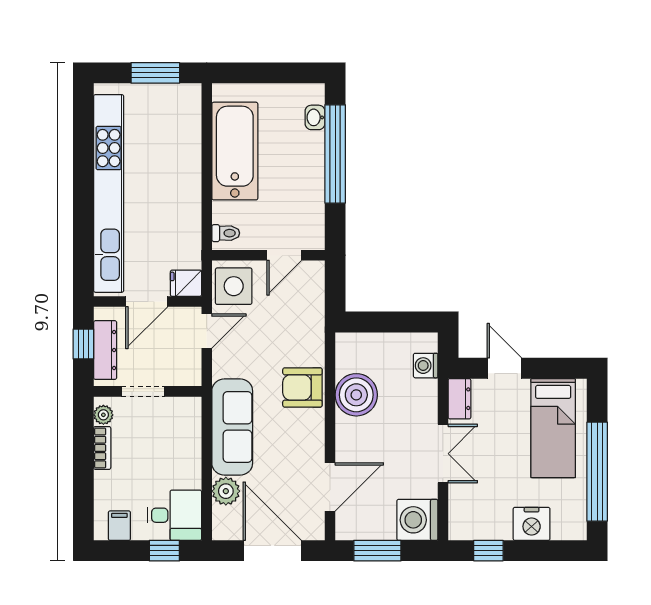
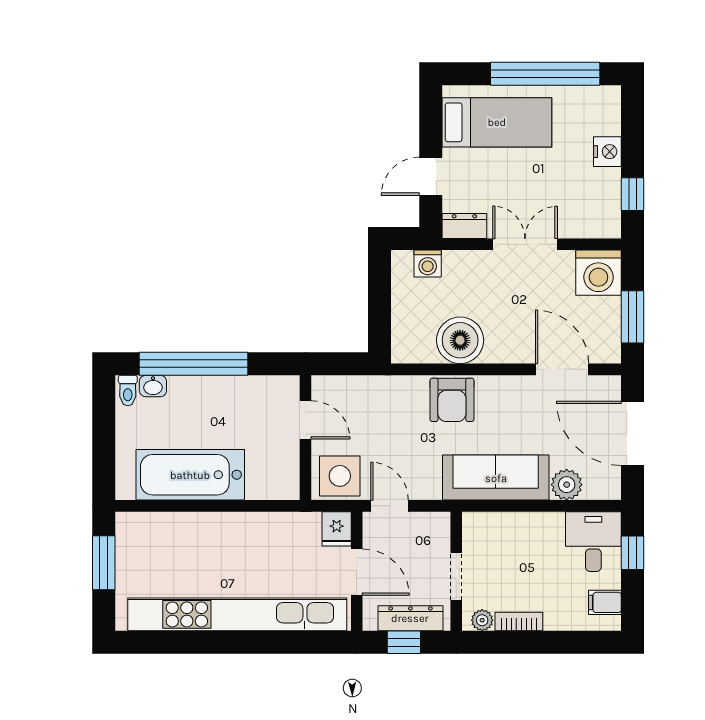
toilet: (226, 233) -> (128, 390), moved, turned 180
nightstand: (532, 524) -> (607, 152), width x0.74, depth x0.75
door: (272, 551) -> (633, 433), hinge flipped

